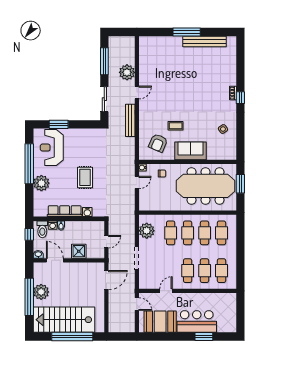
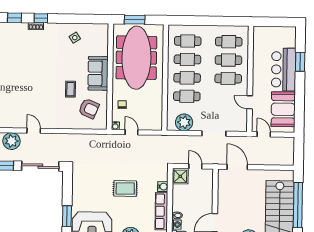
window: (240, 73) -> (14, 18), added
sliding door: (104, 99) -> (40, 166), width x1.37
bench: (130, 120) -> (64, 138), removed
shower: (79, 251) -> (180, 176), moved
door: (137, 304) -> (264, 134), hinge flipped

